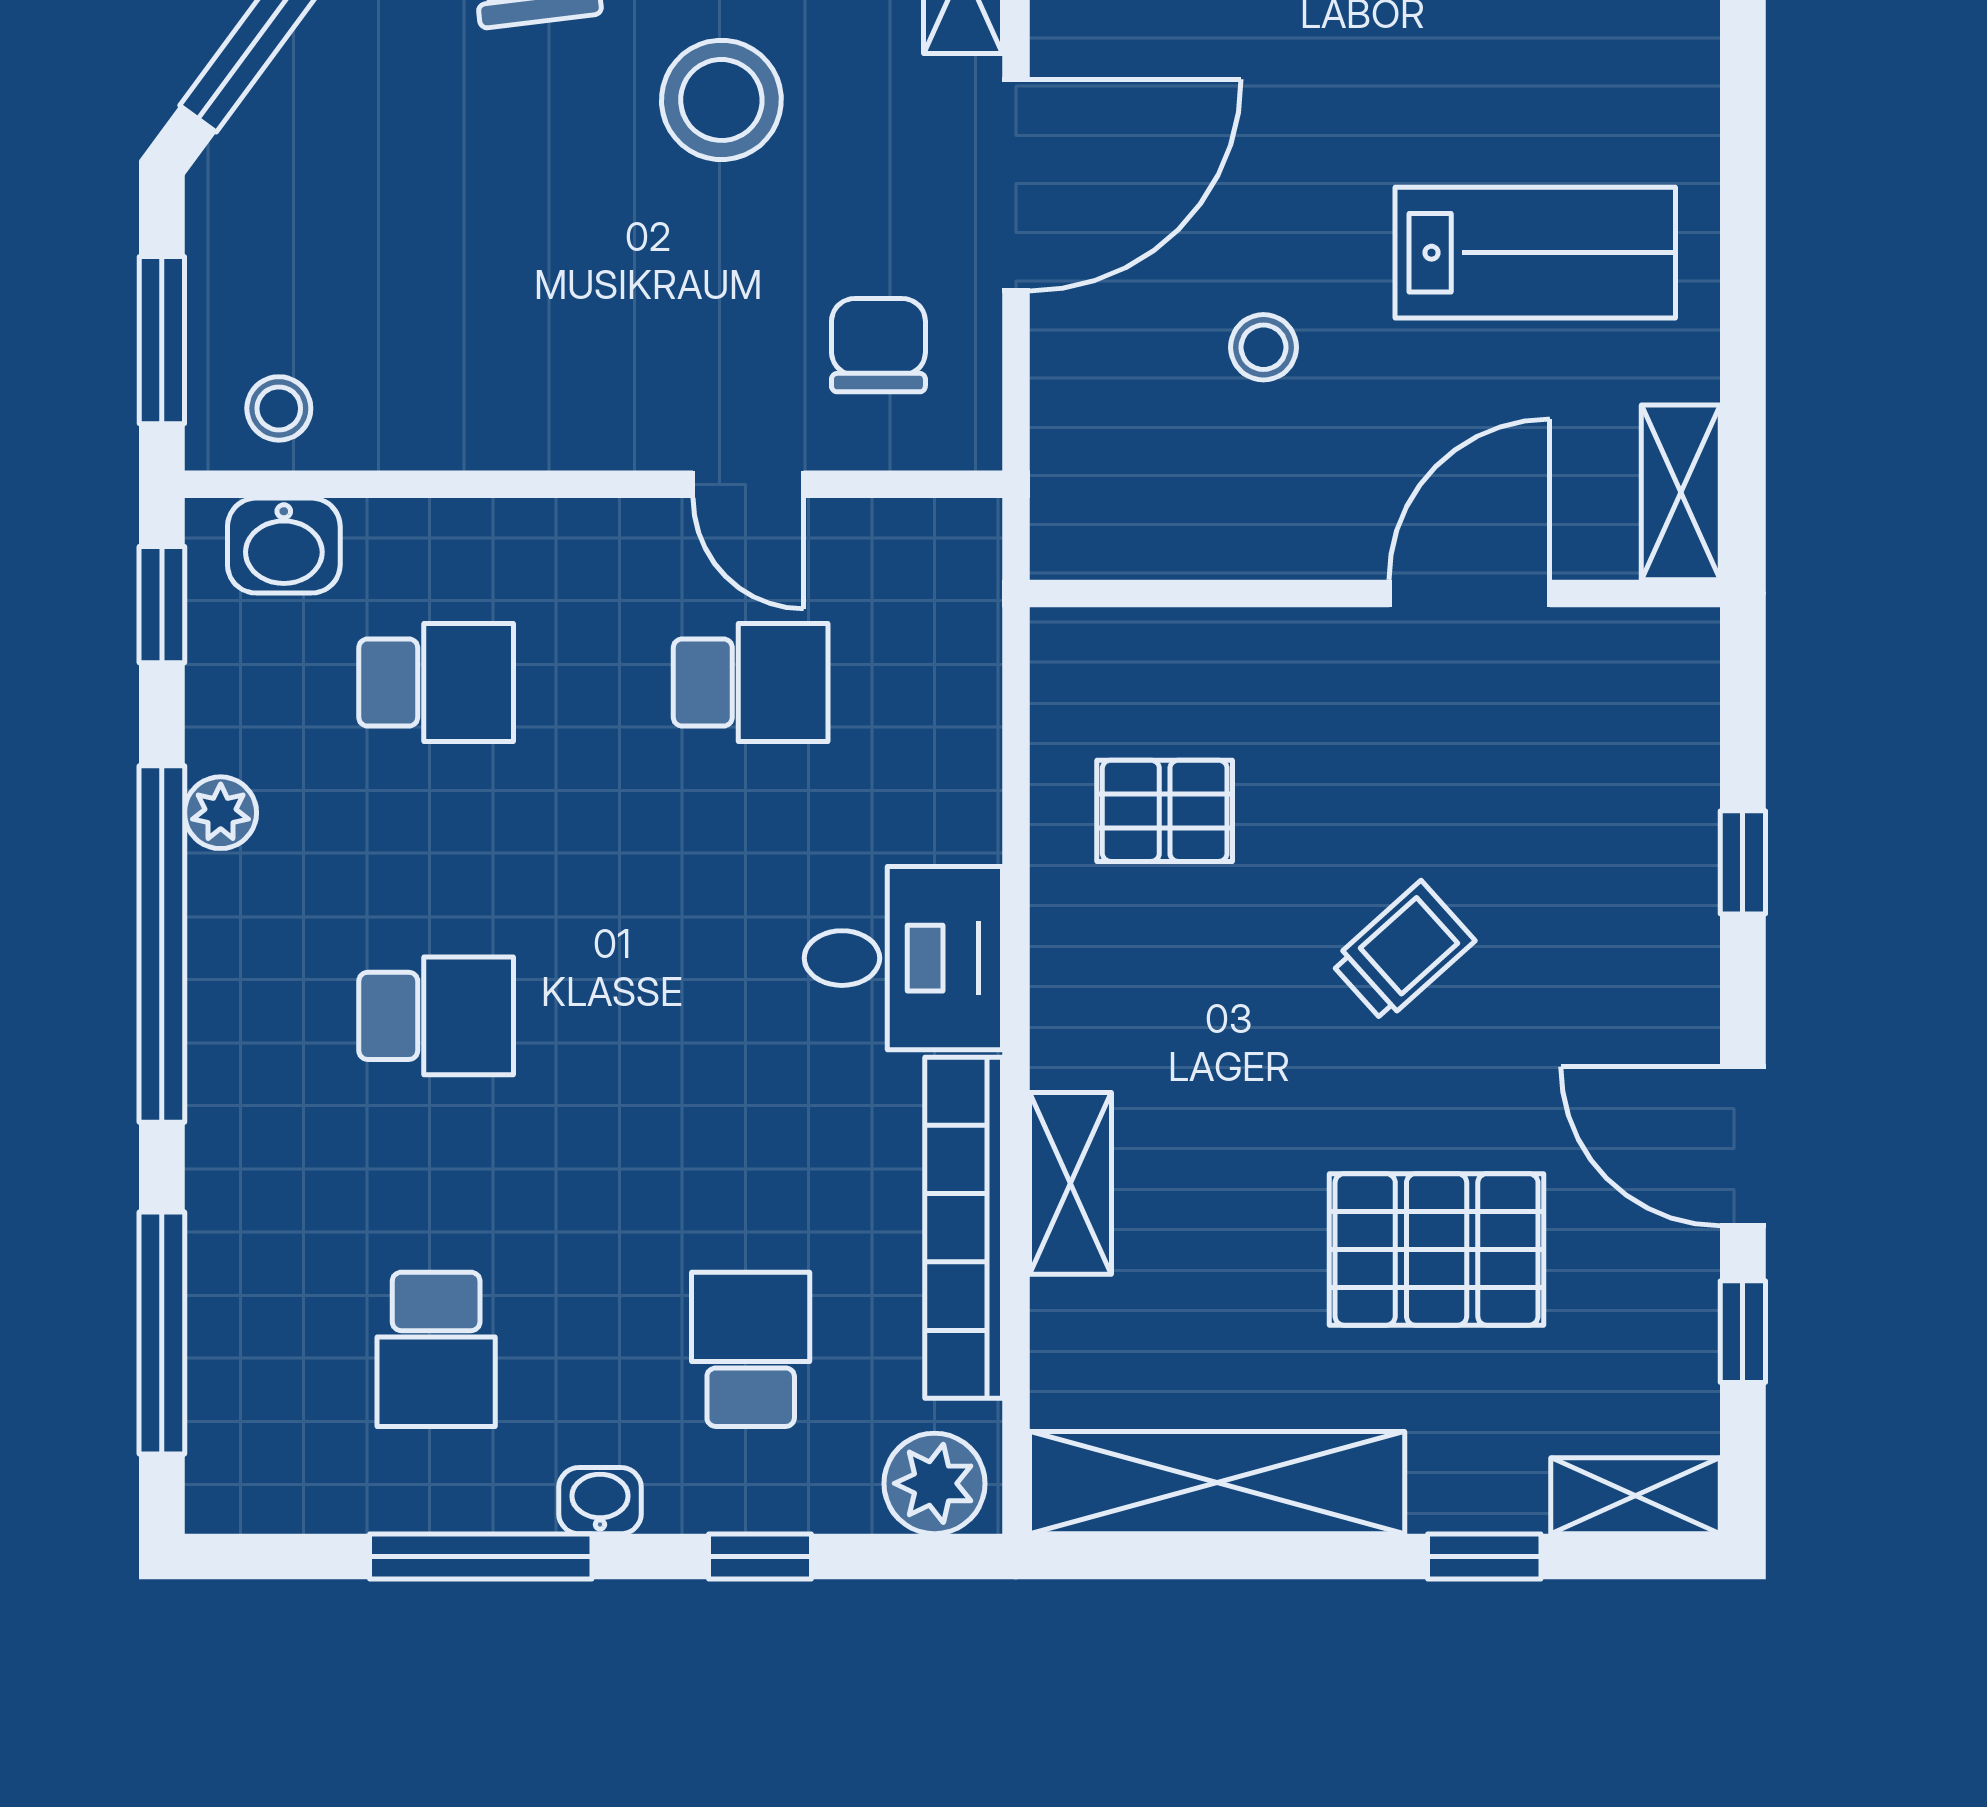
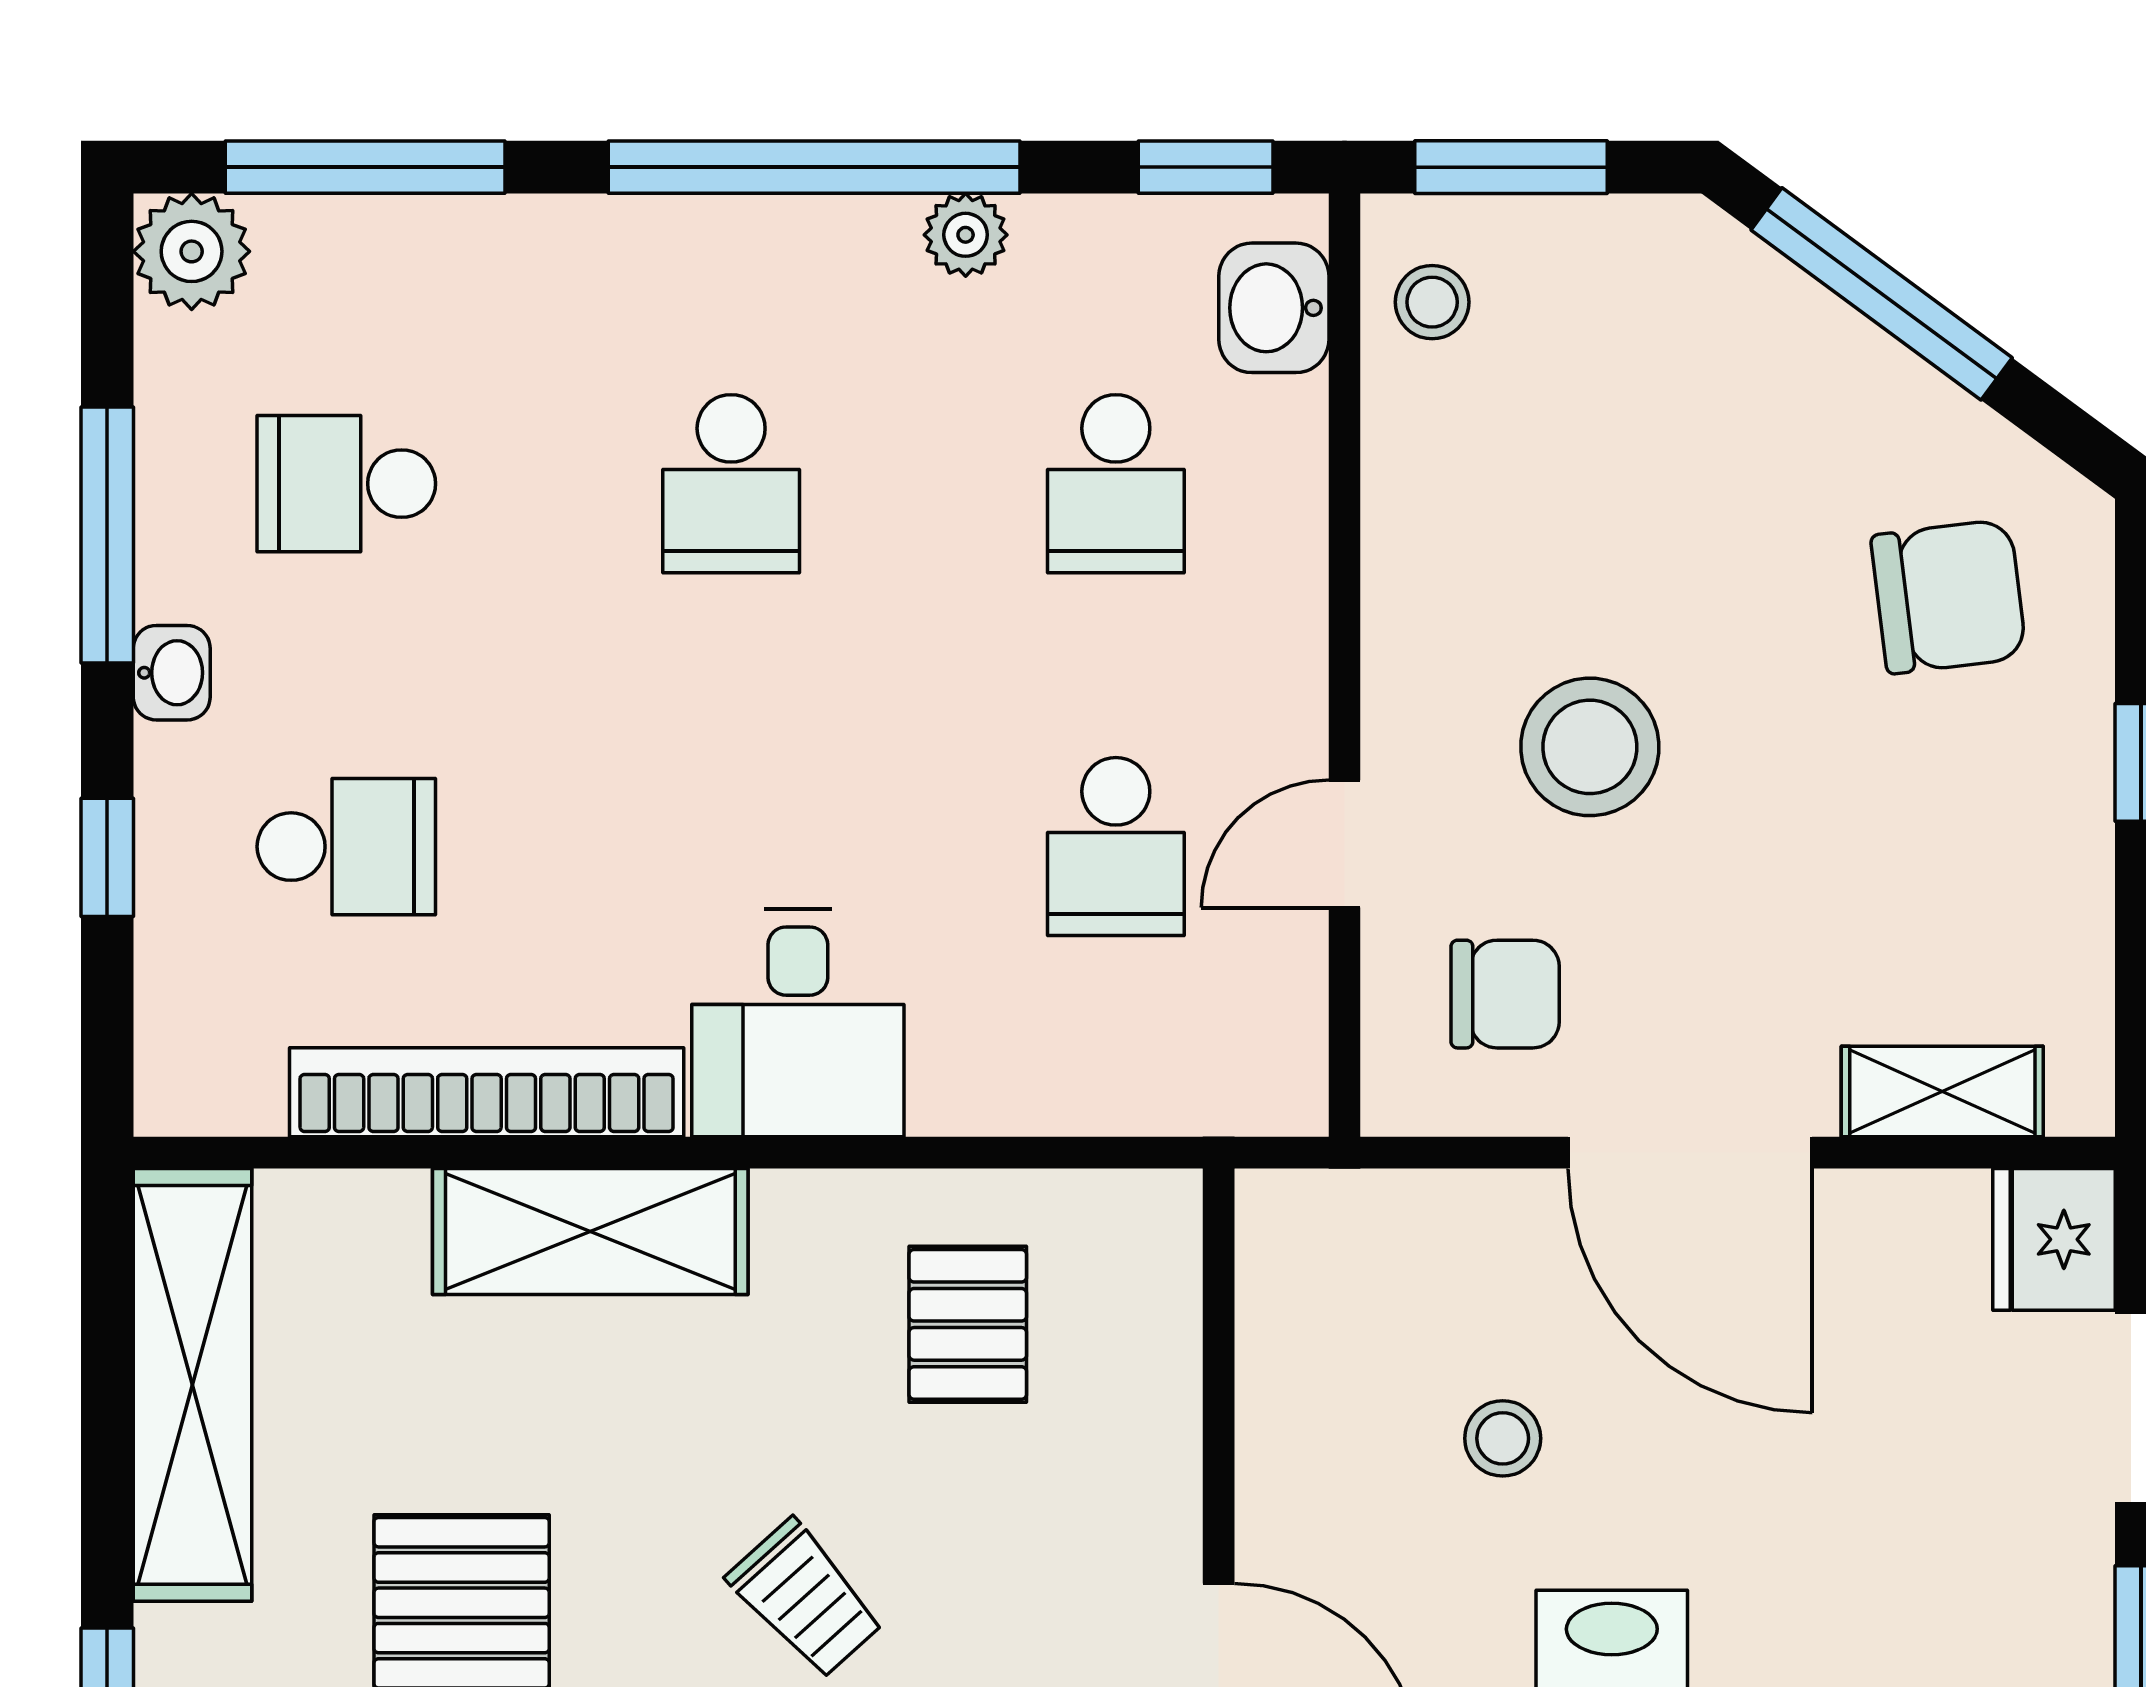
stool: (721, 100) -> (1590, 747), moved
shelving: (1071, 1183) -> (590, 1231), width x1.50, depth x1.33
plant: (934, 1483) -> (192, 251), moved

